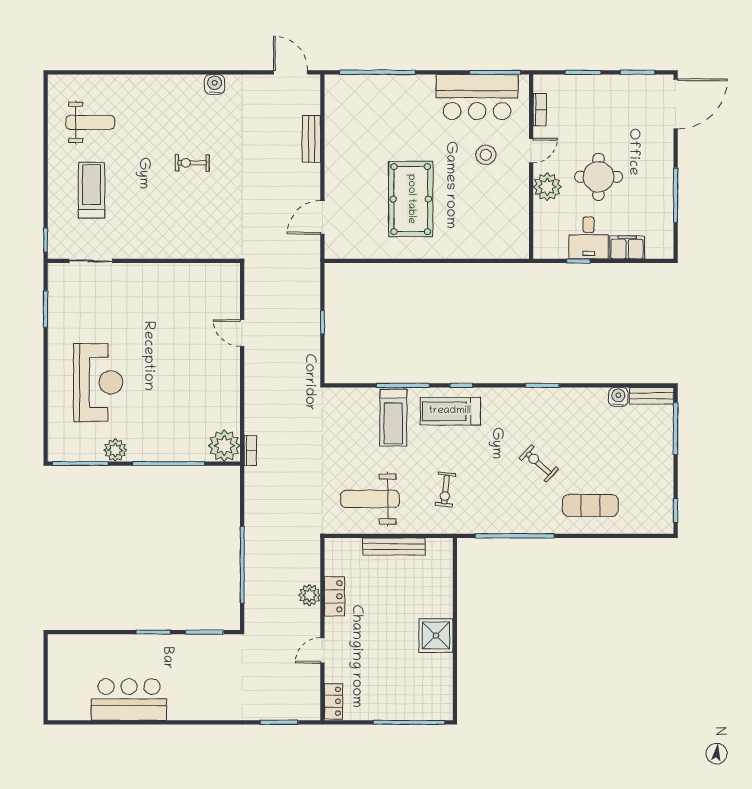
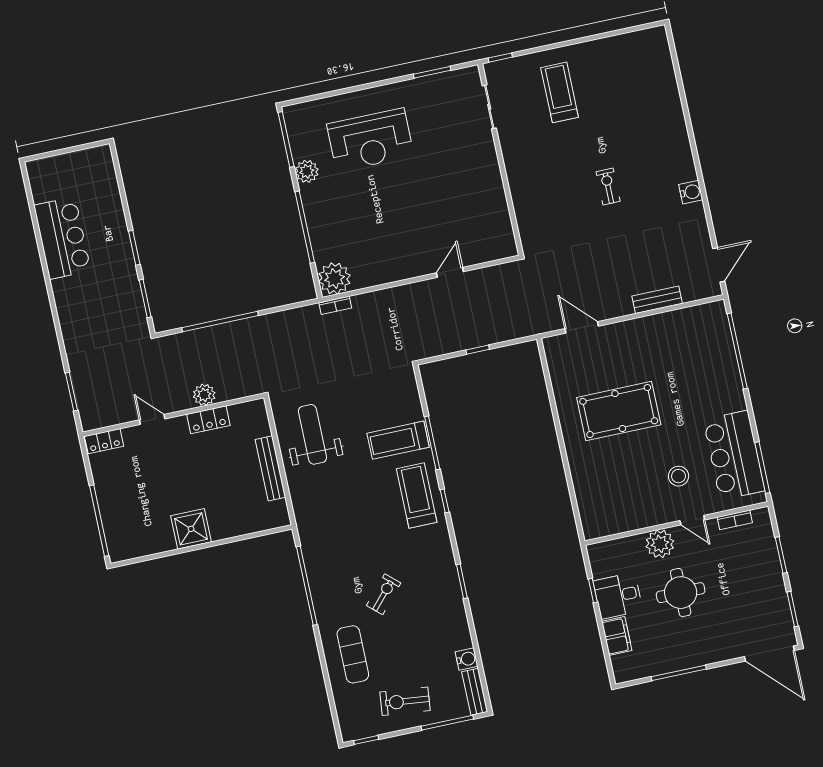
weight bench: (90, 122) -> (627, 77), removed
treadmill: (91, 190) -> (560, 92), turned -90
exercise bike: (445, 490) -> (405, 701), moved, width x1.38, depth x1.39

